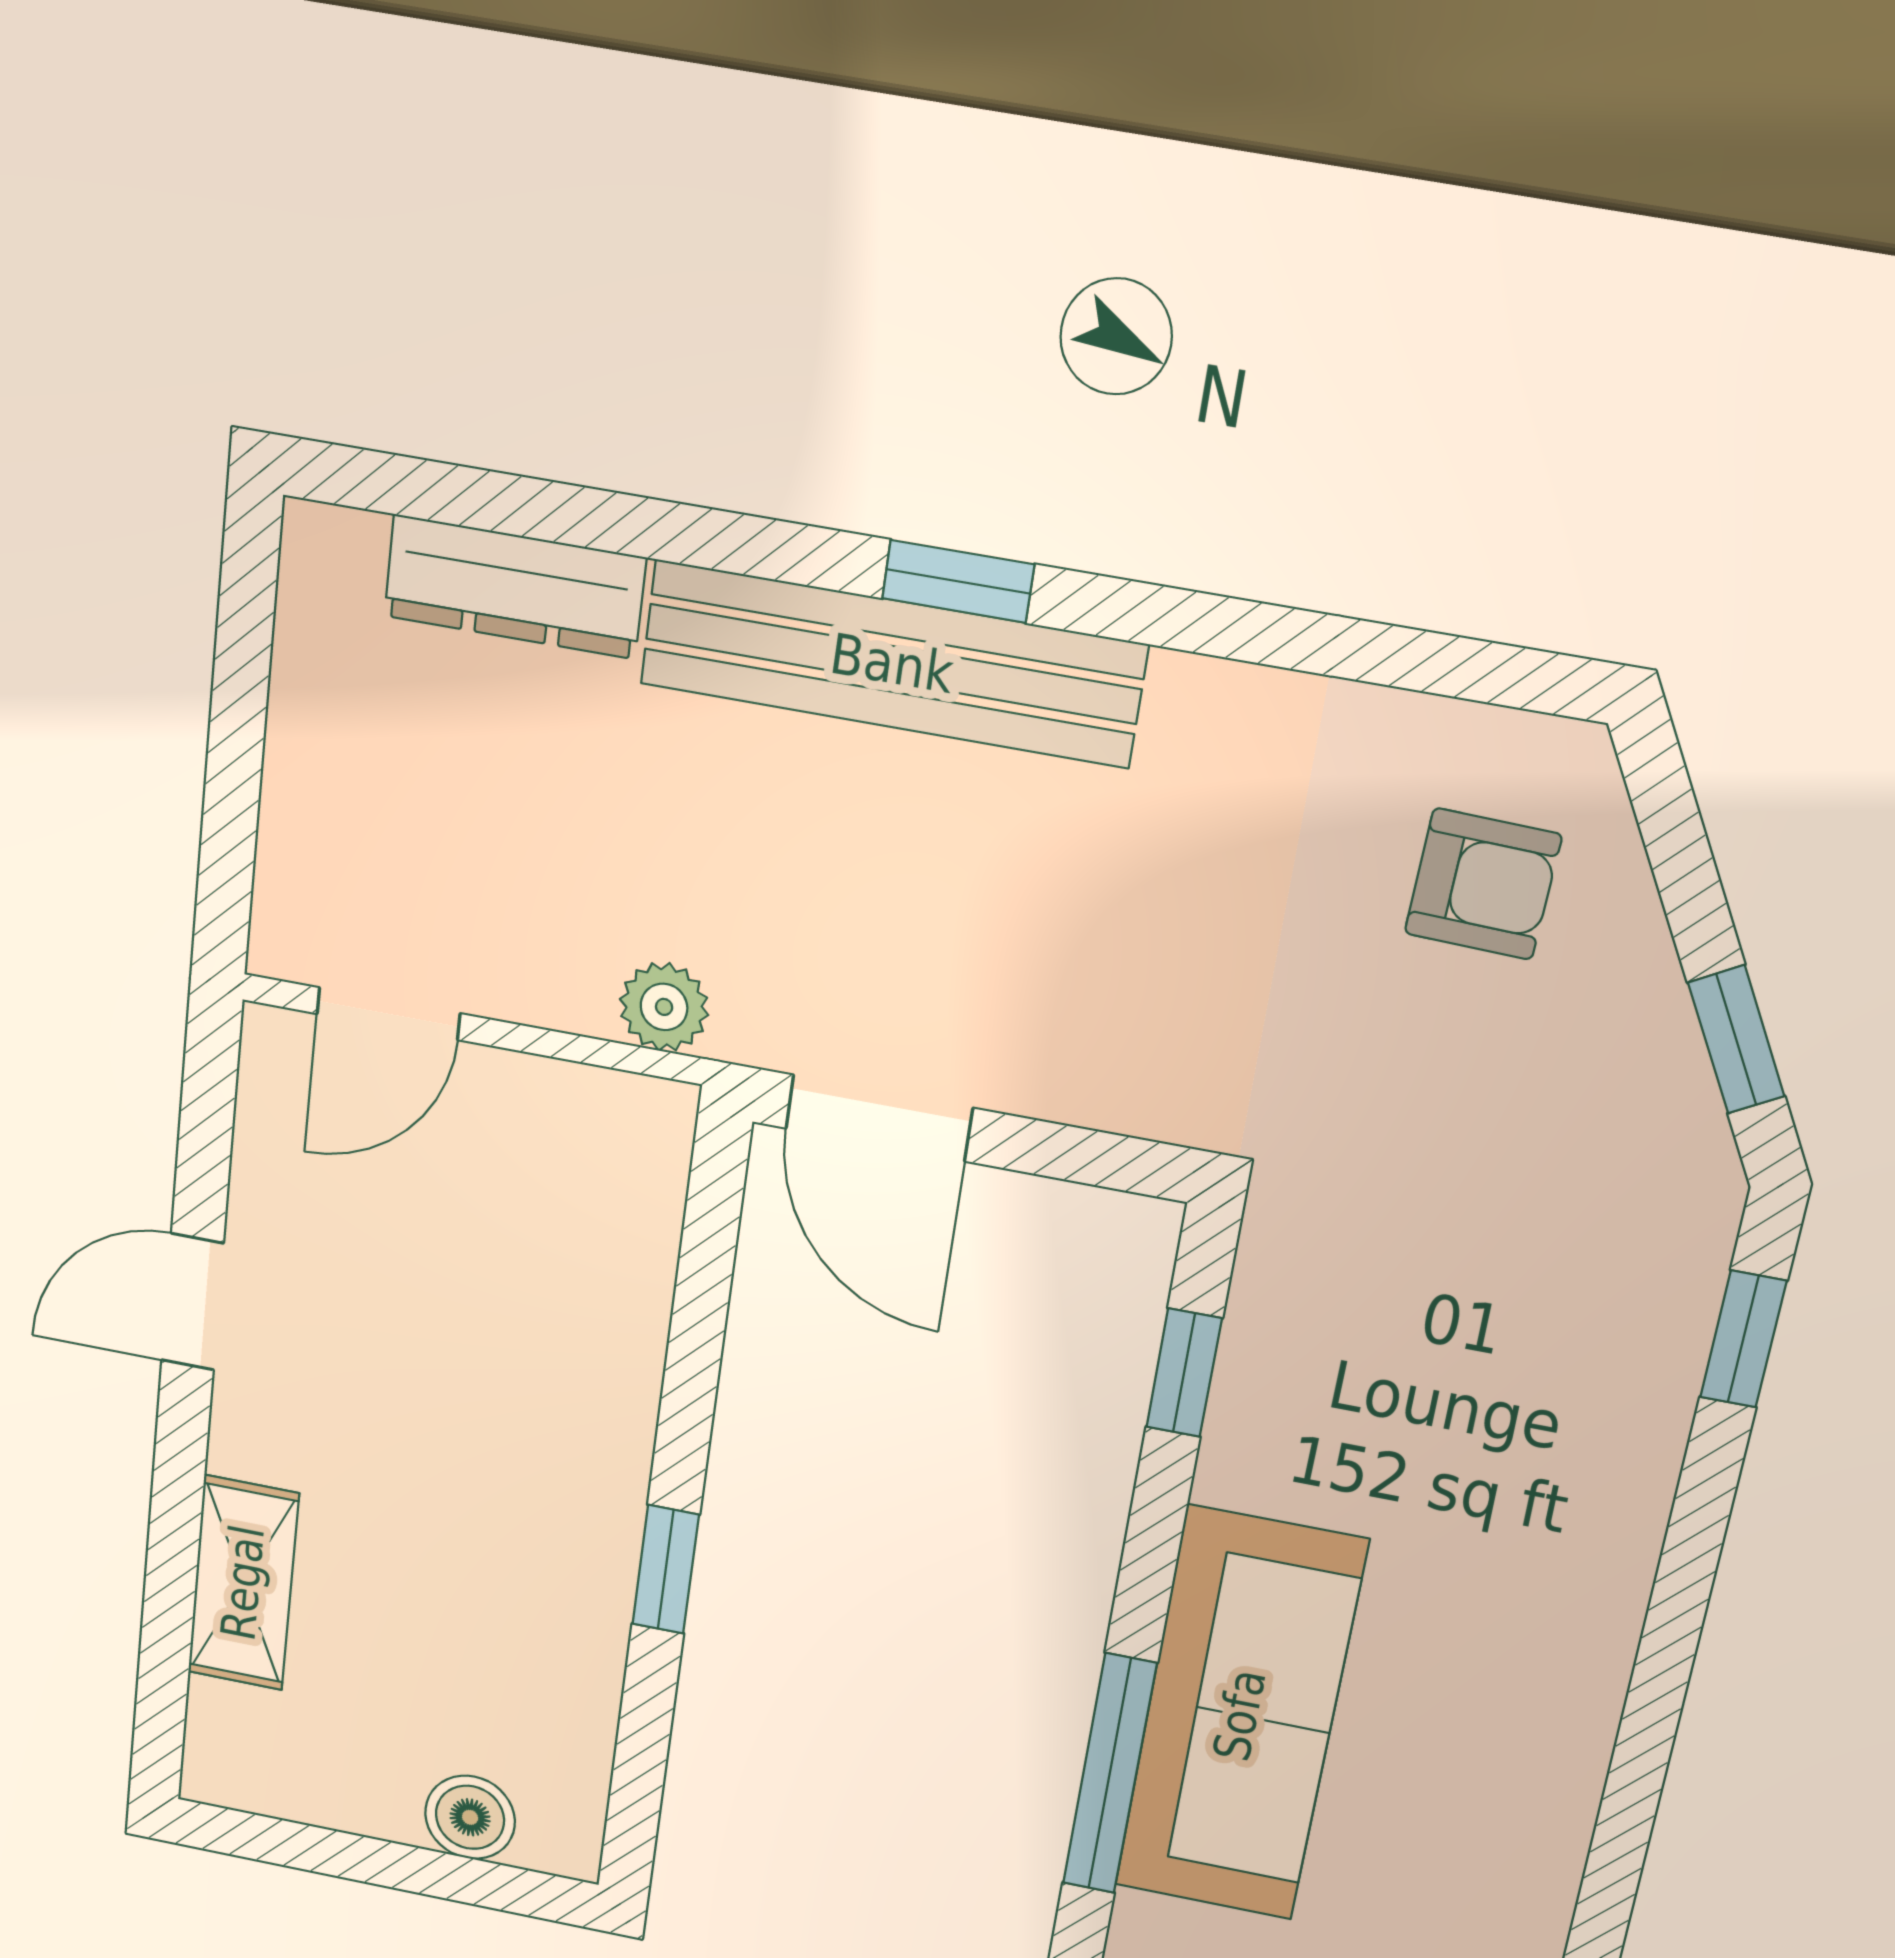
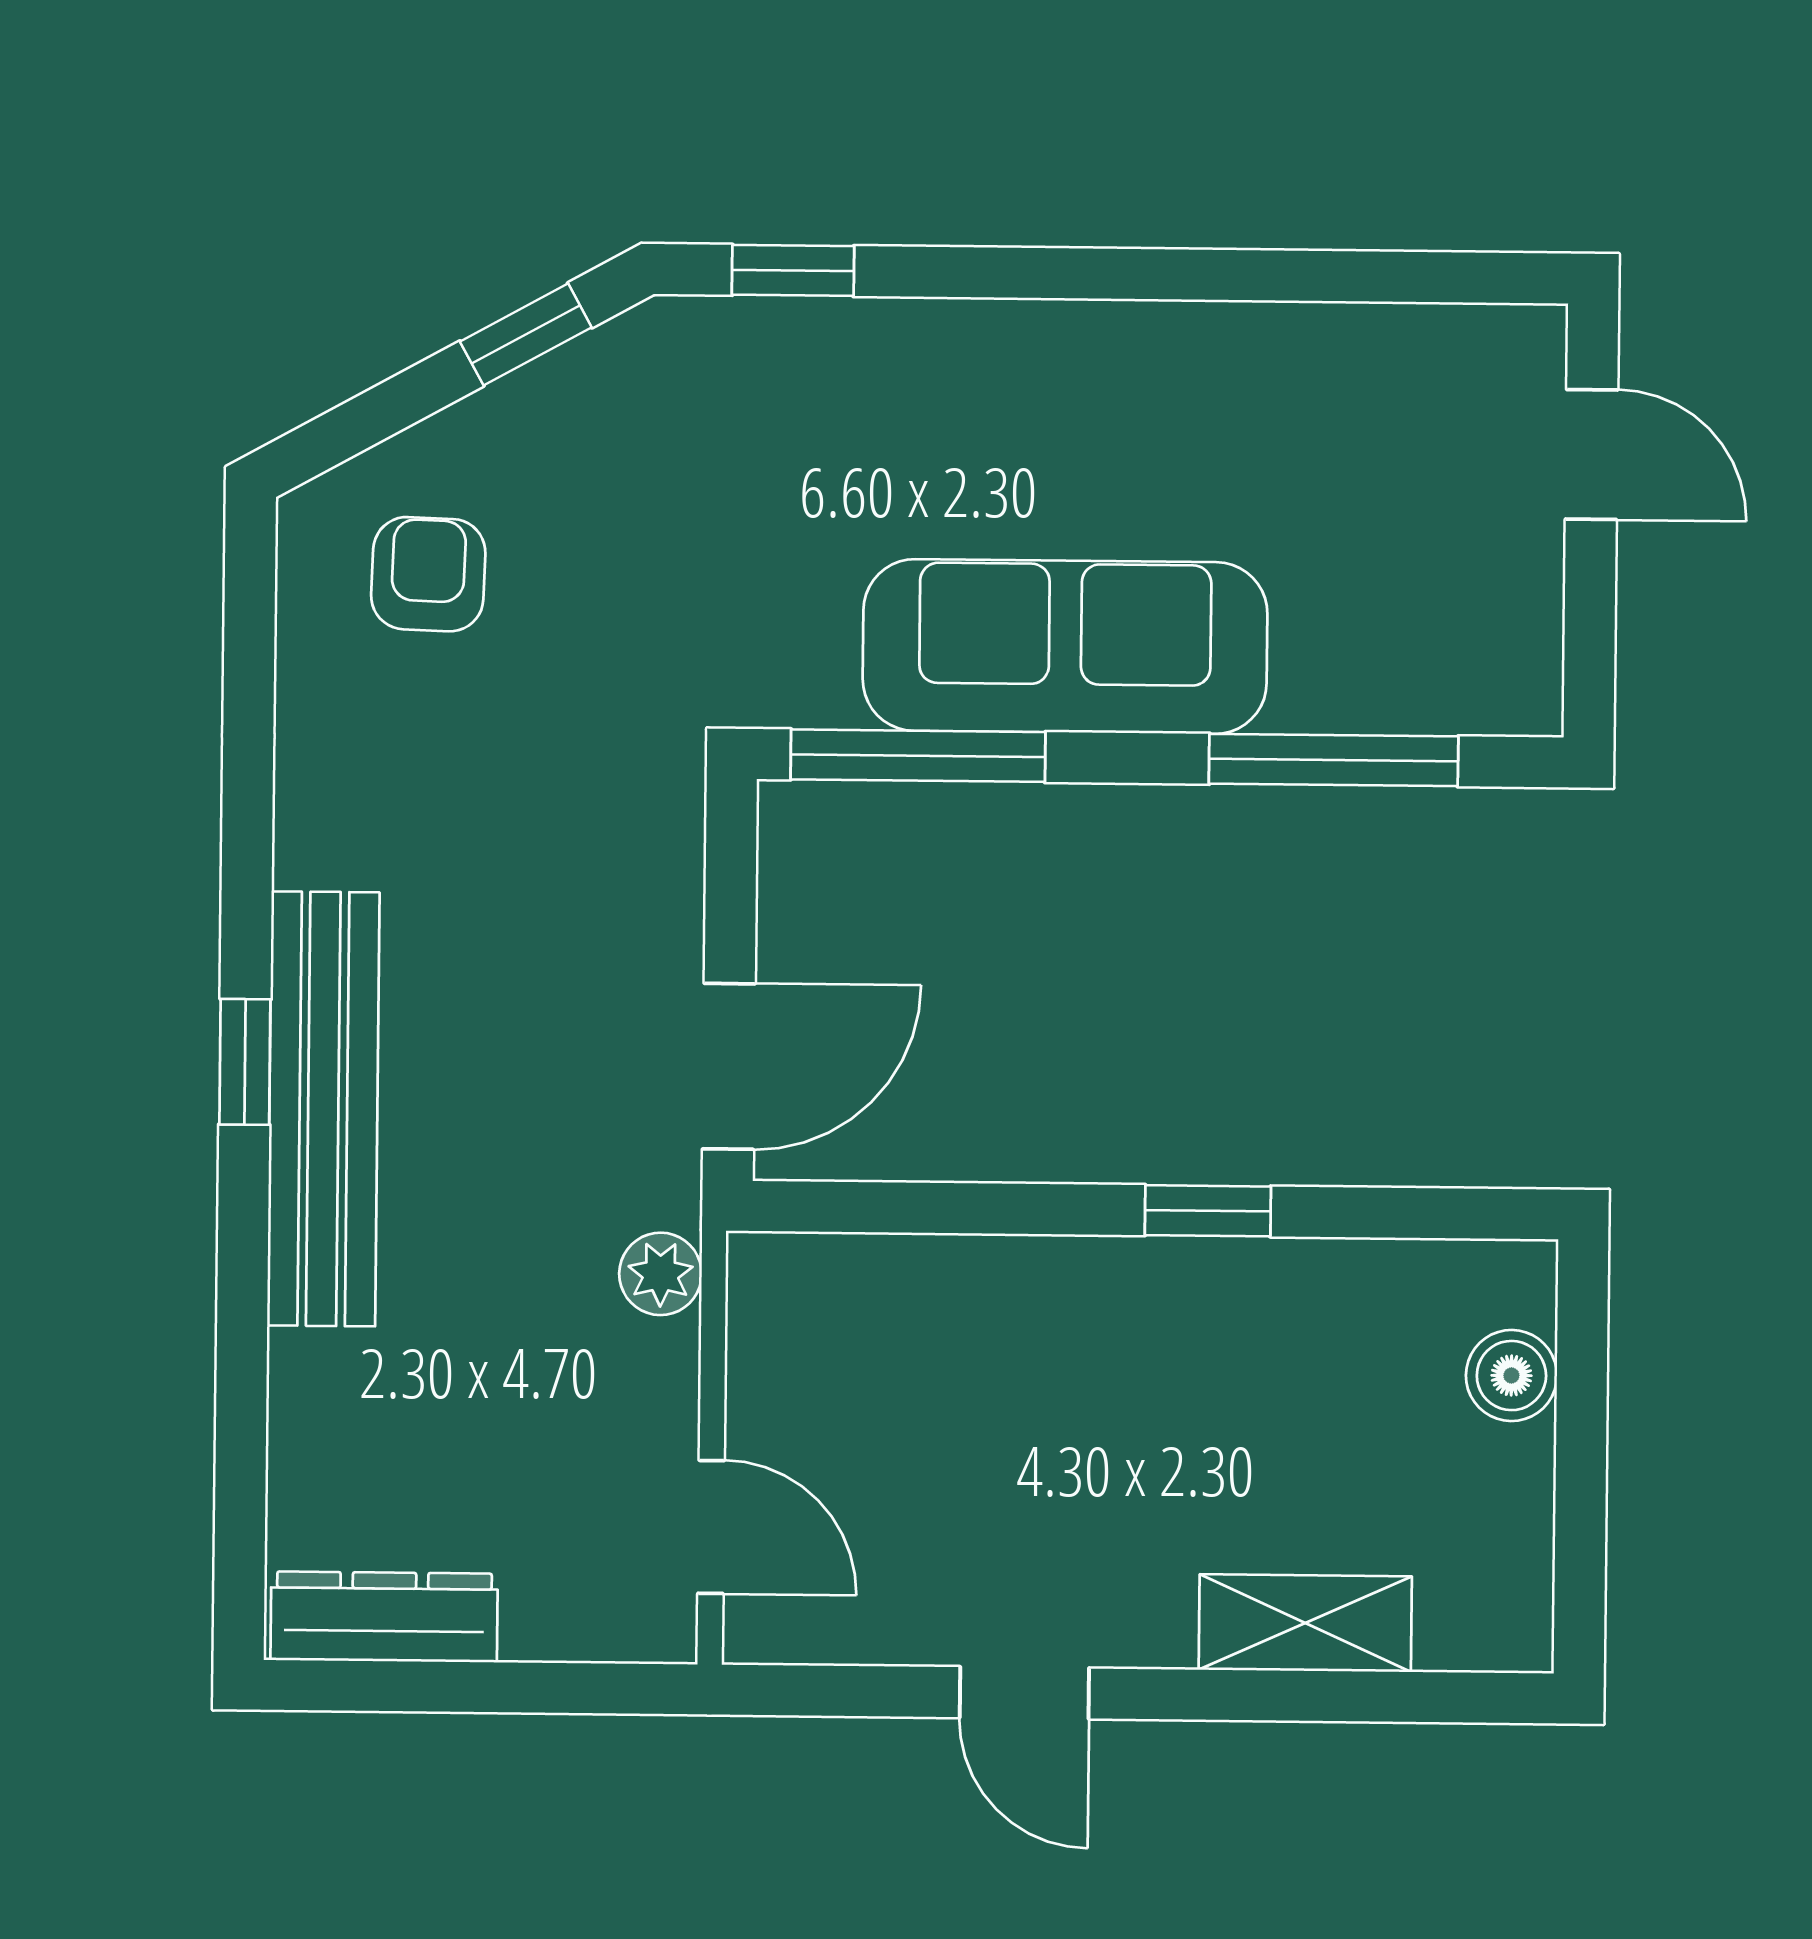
dresser: (515, 587) -> (384, 1617), moved, turned -90
window: (1184, 1373) -> (918, 756), width x2.17
sofa: (1240, 1715) -> (1065, 646), moved

